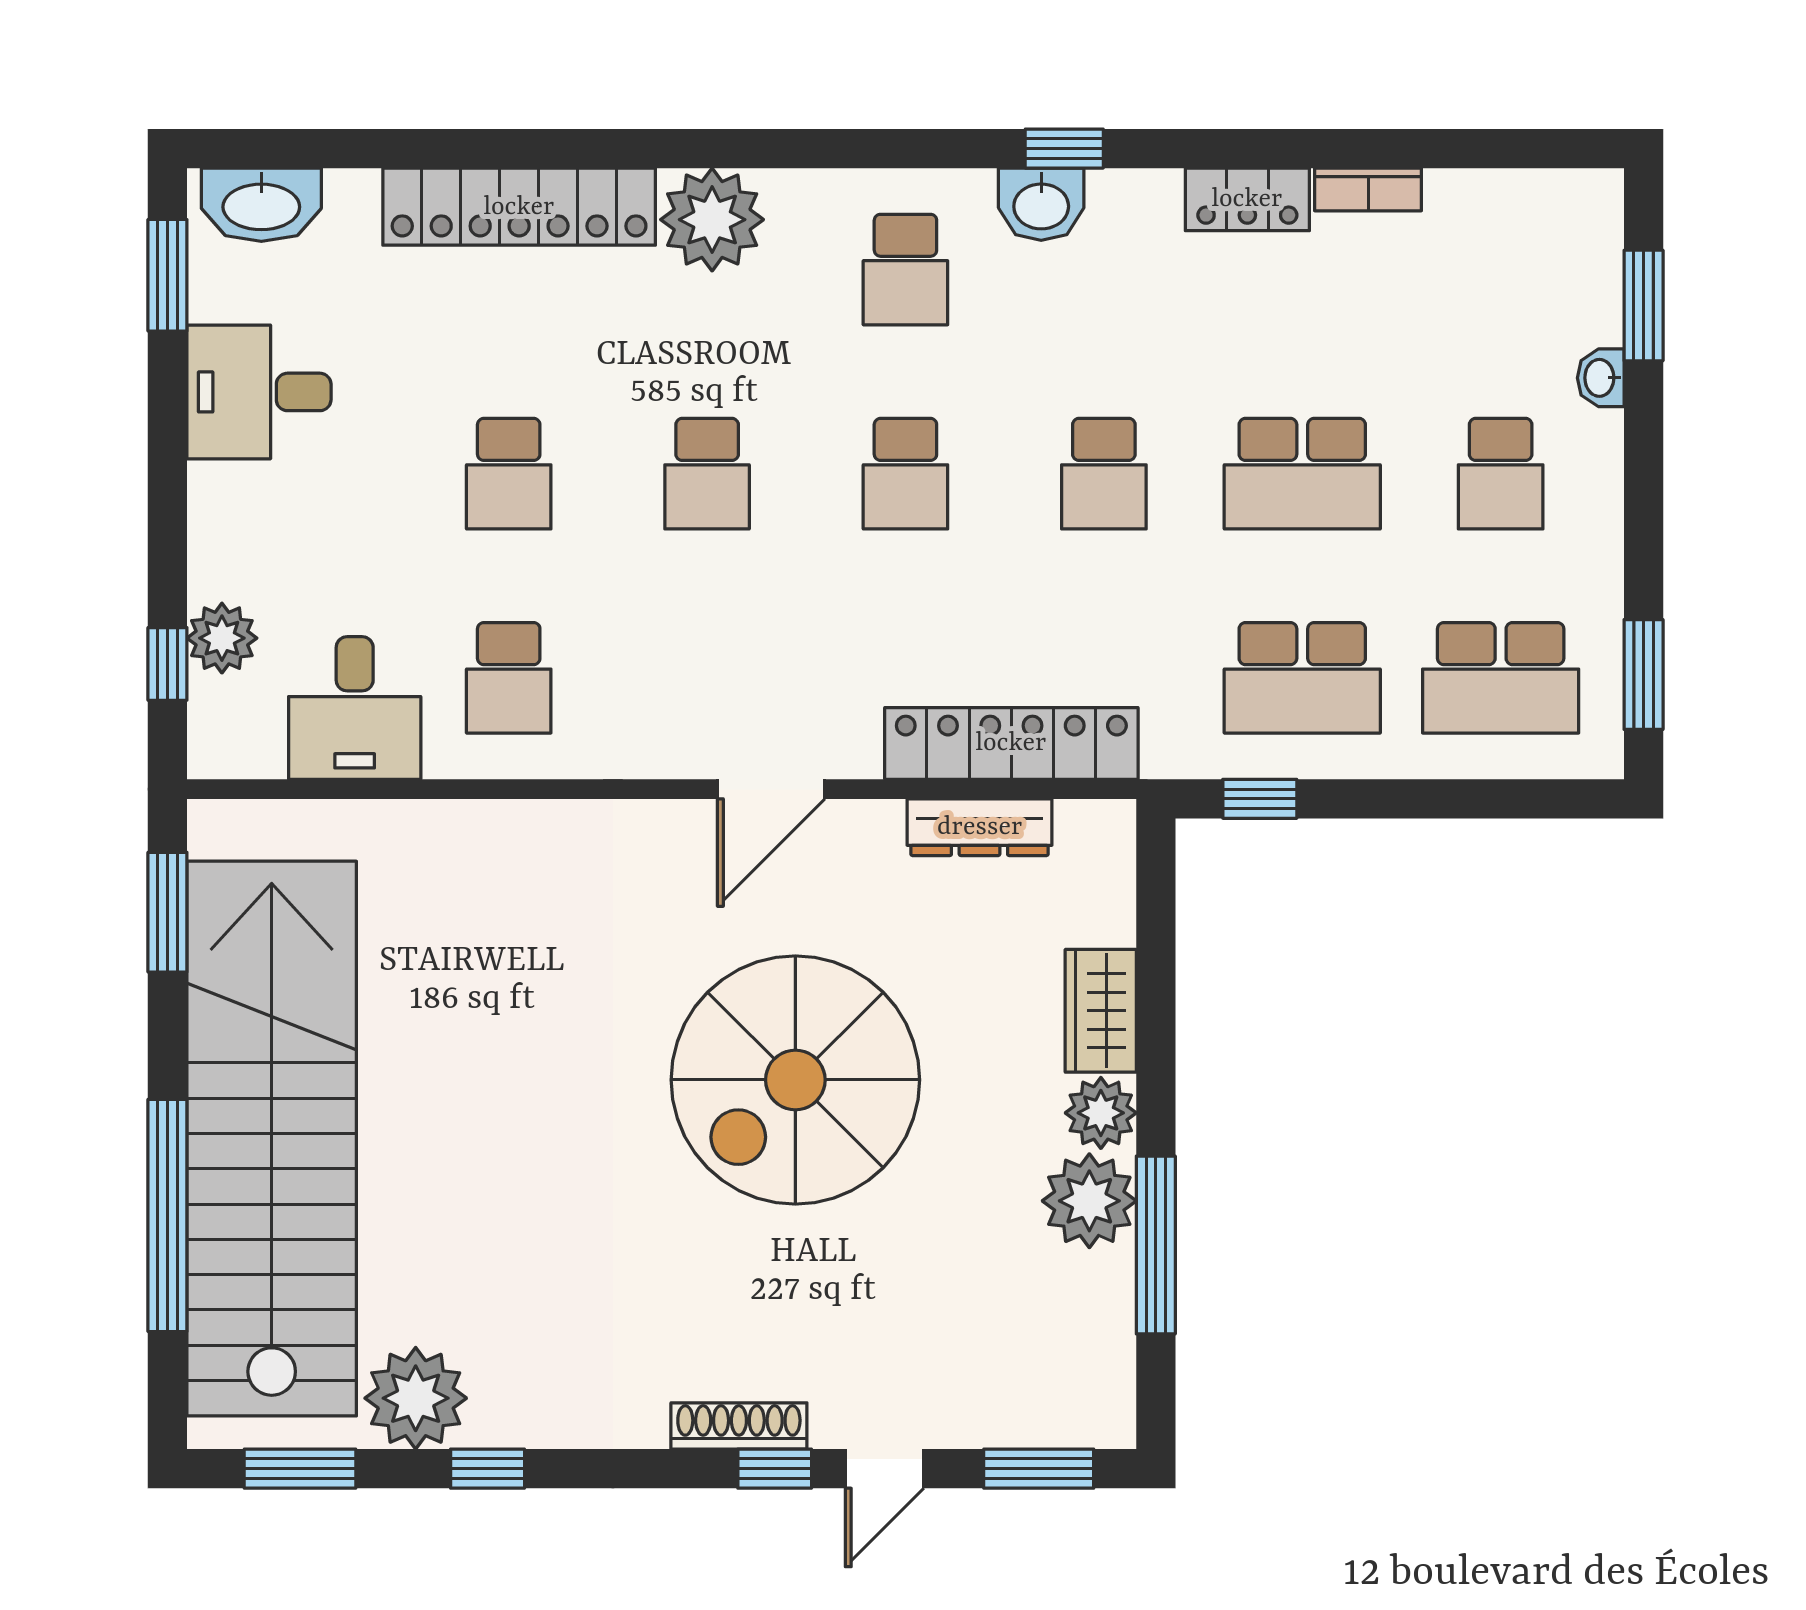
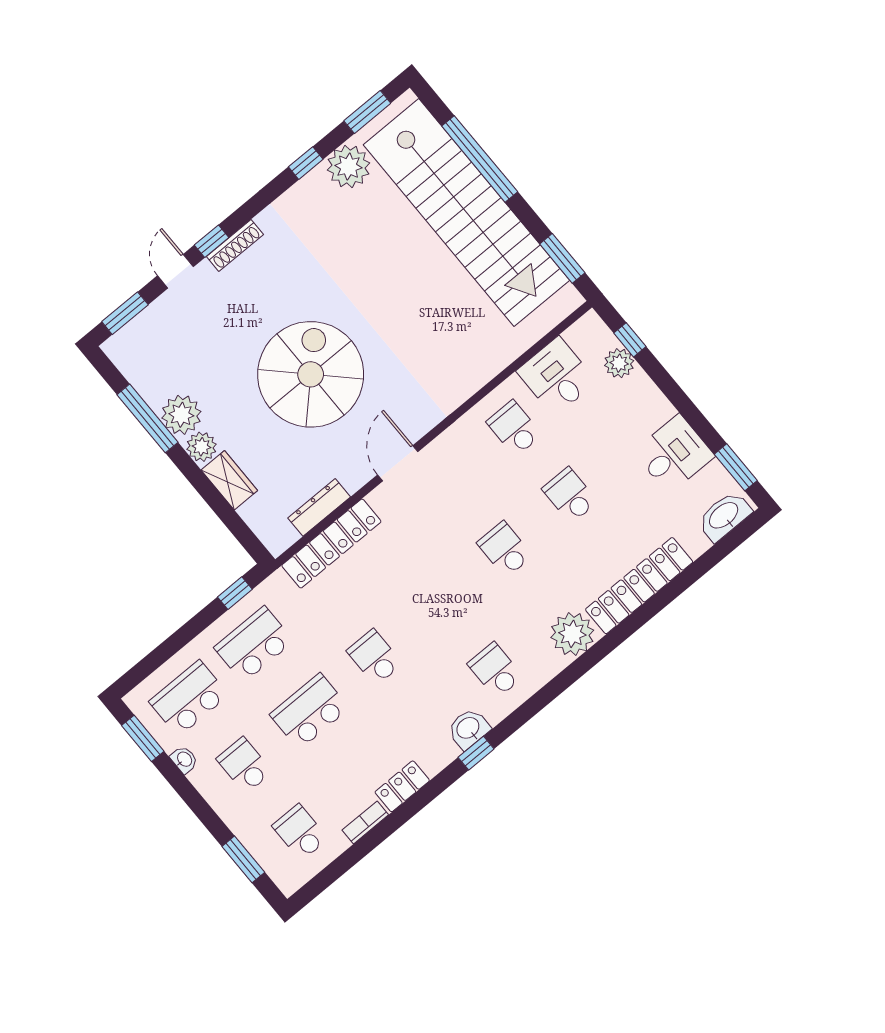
washbasin: (1601, 378) -> (184, 760), moved
school desk: (905, 474) -> (300, 832), moved

